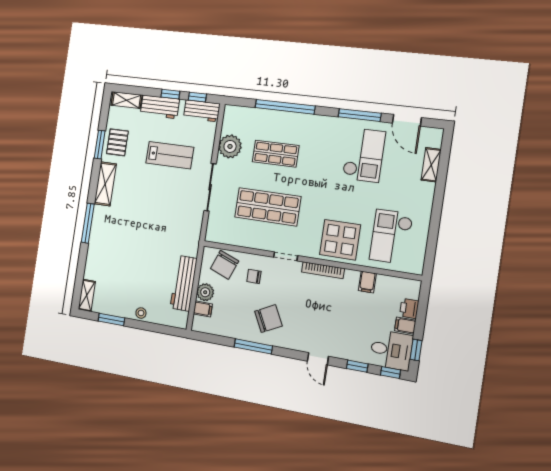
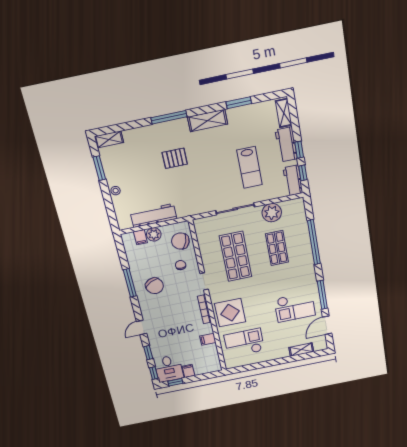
pallet: (117, 142) -> (175, 158), moved
printer: (409, 308) -> (201, 369), removed

